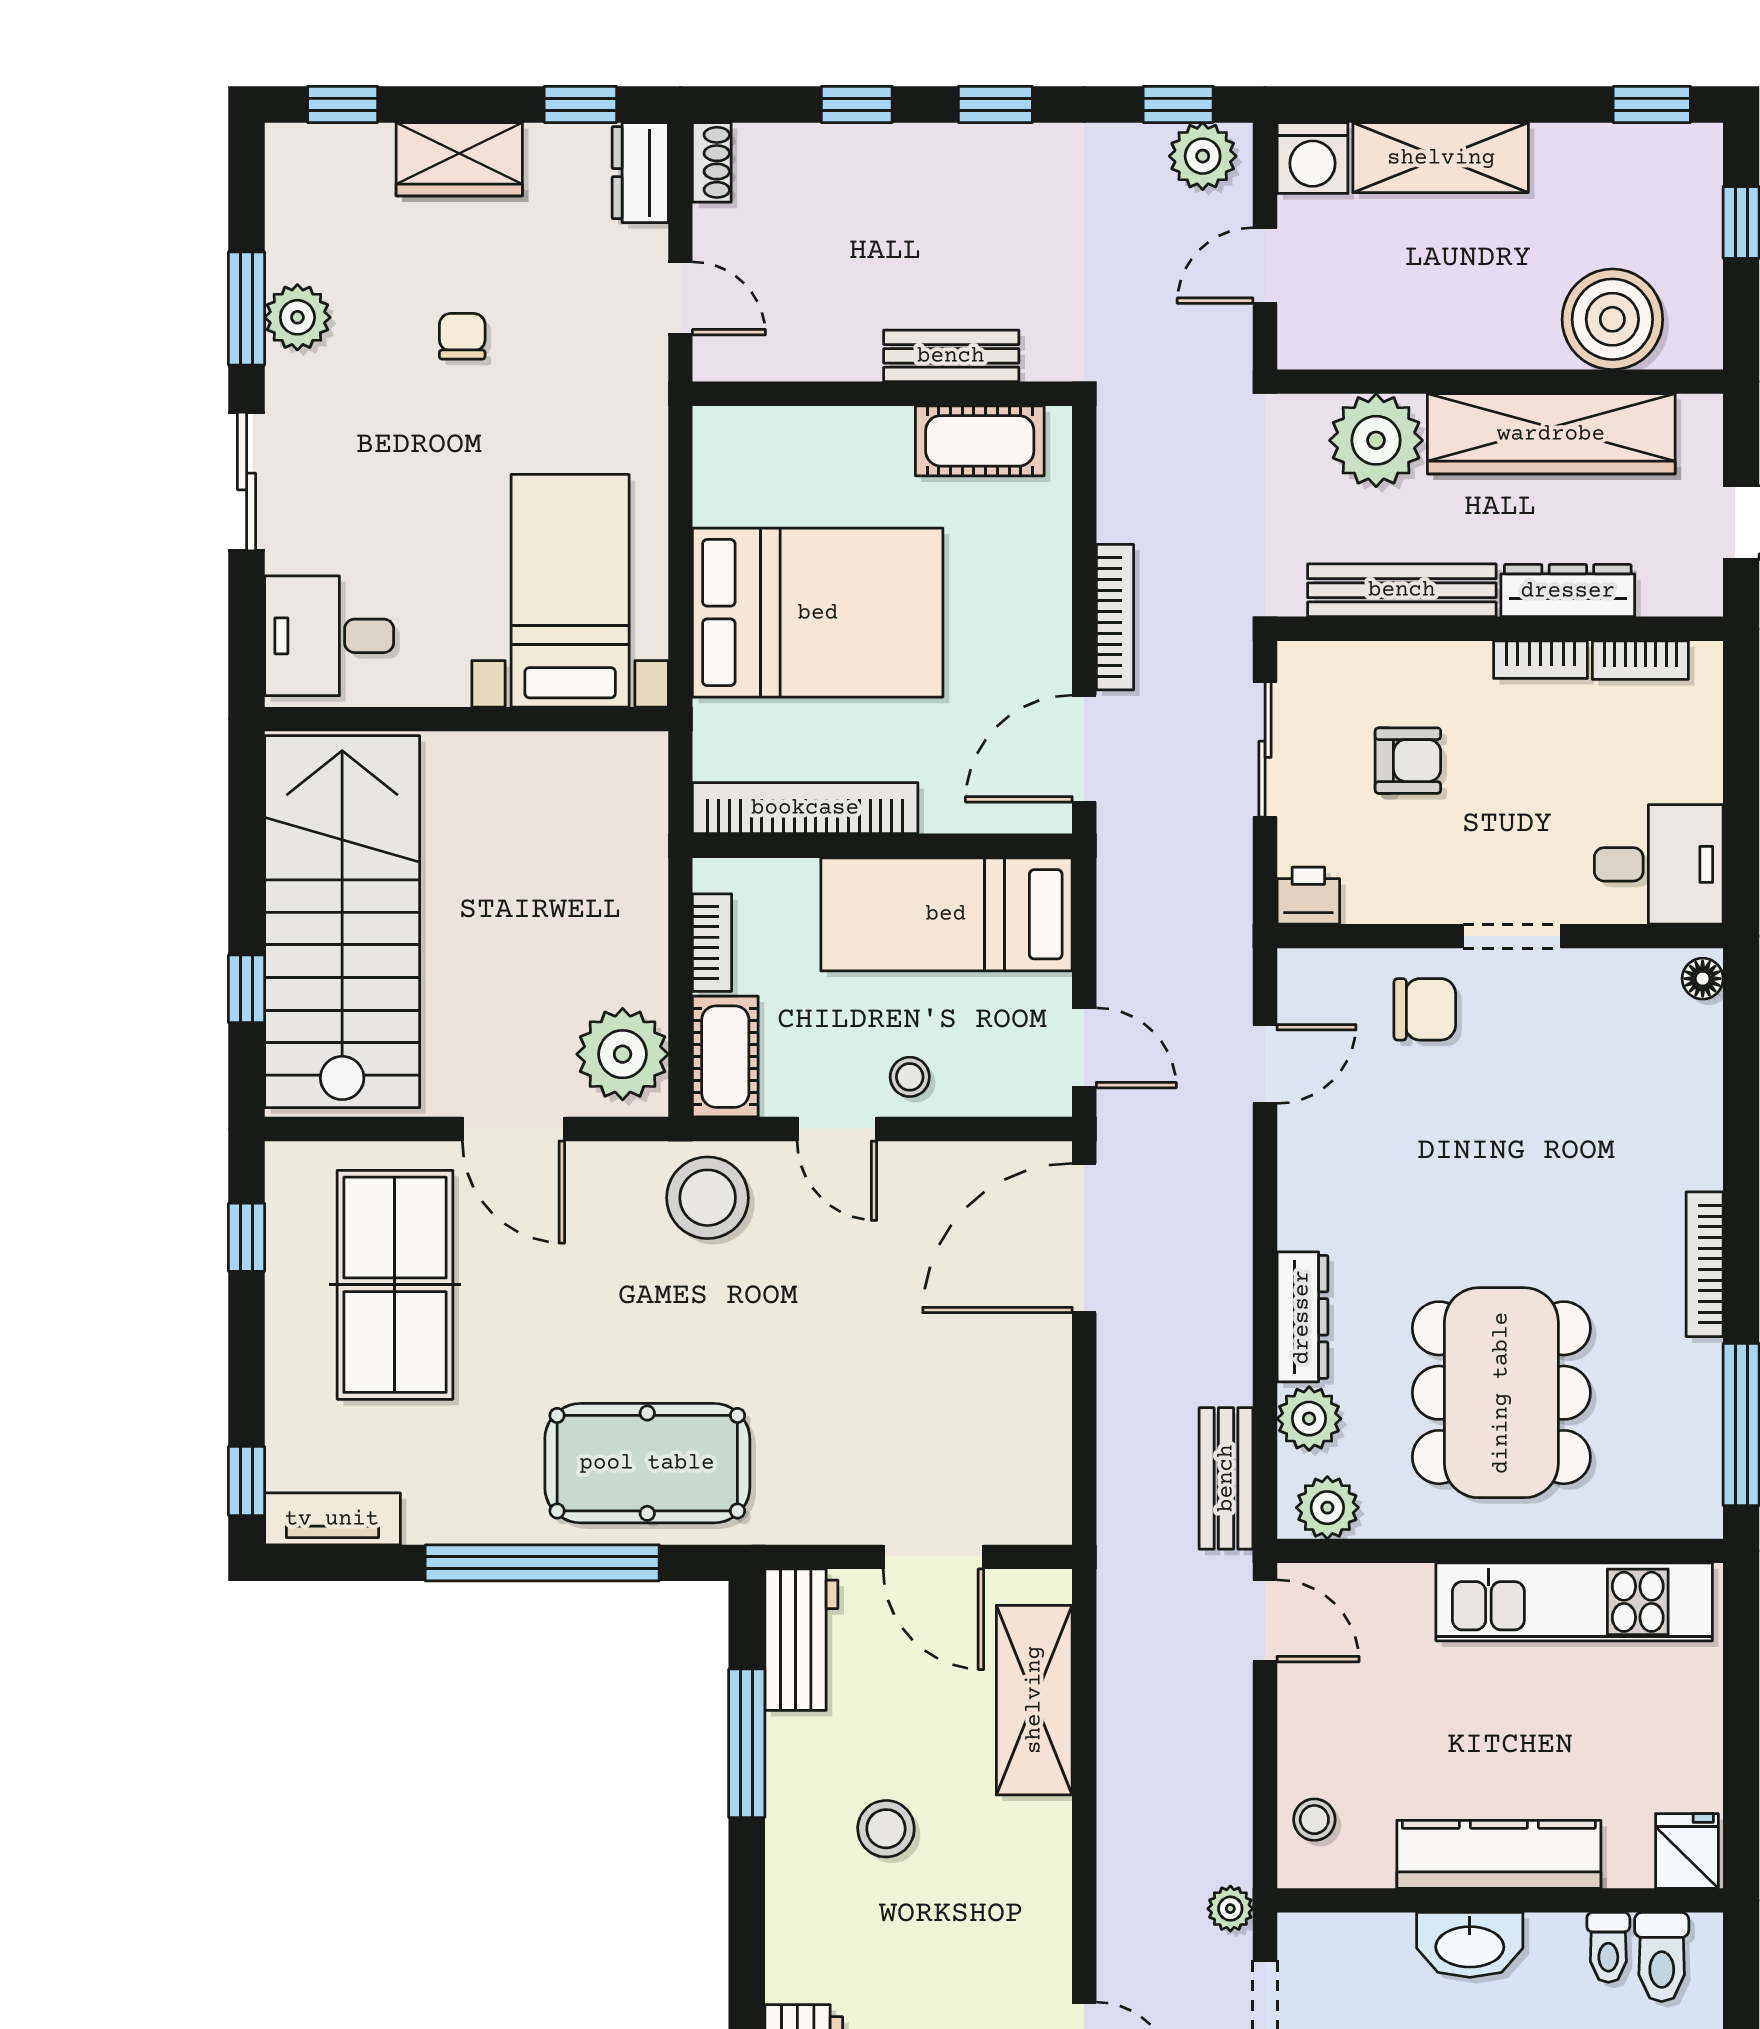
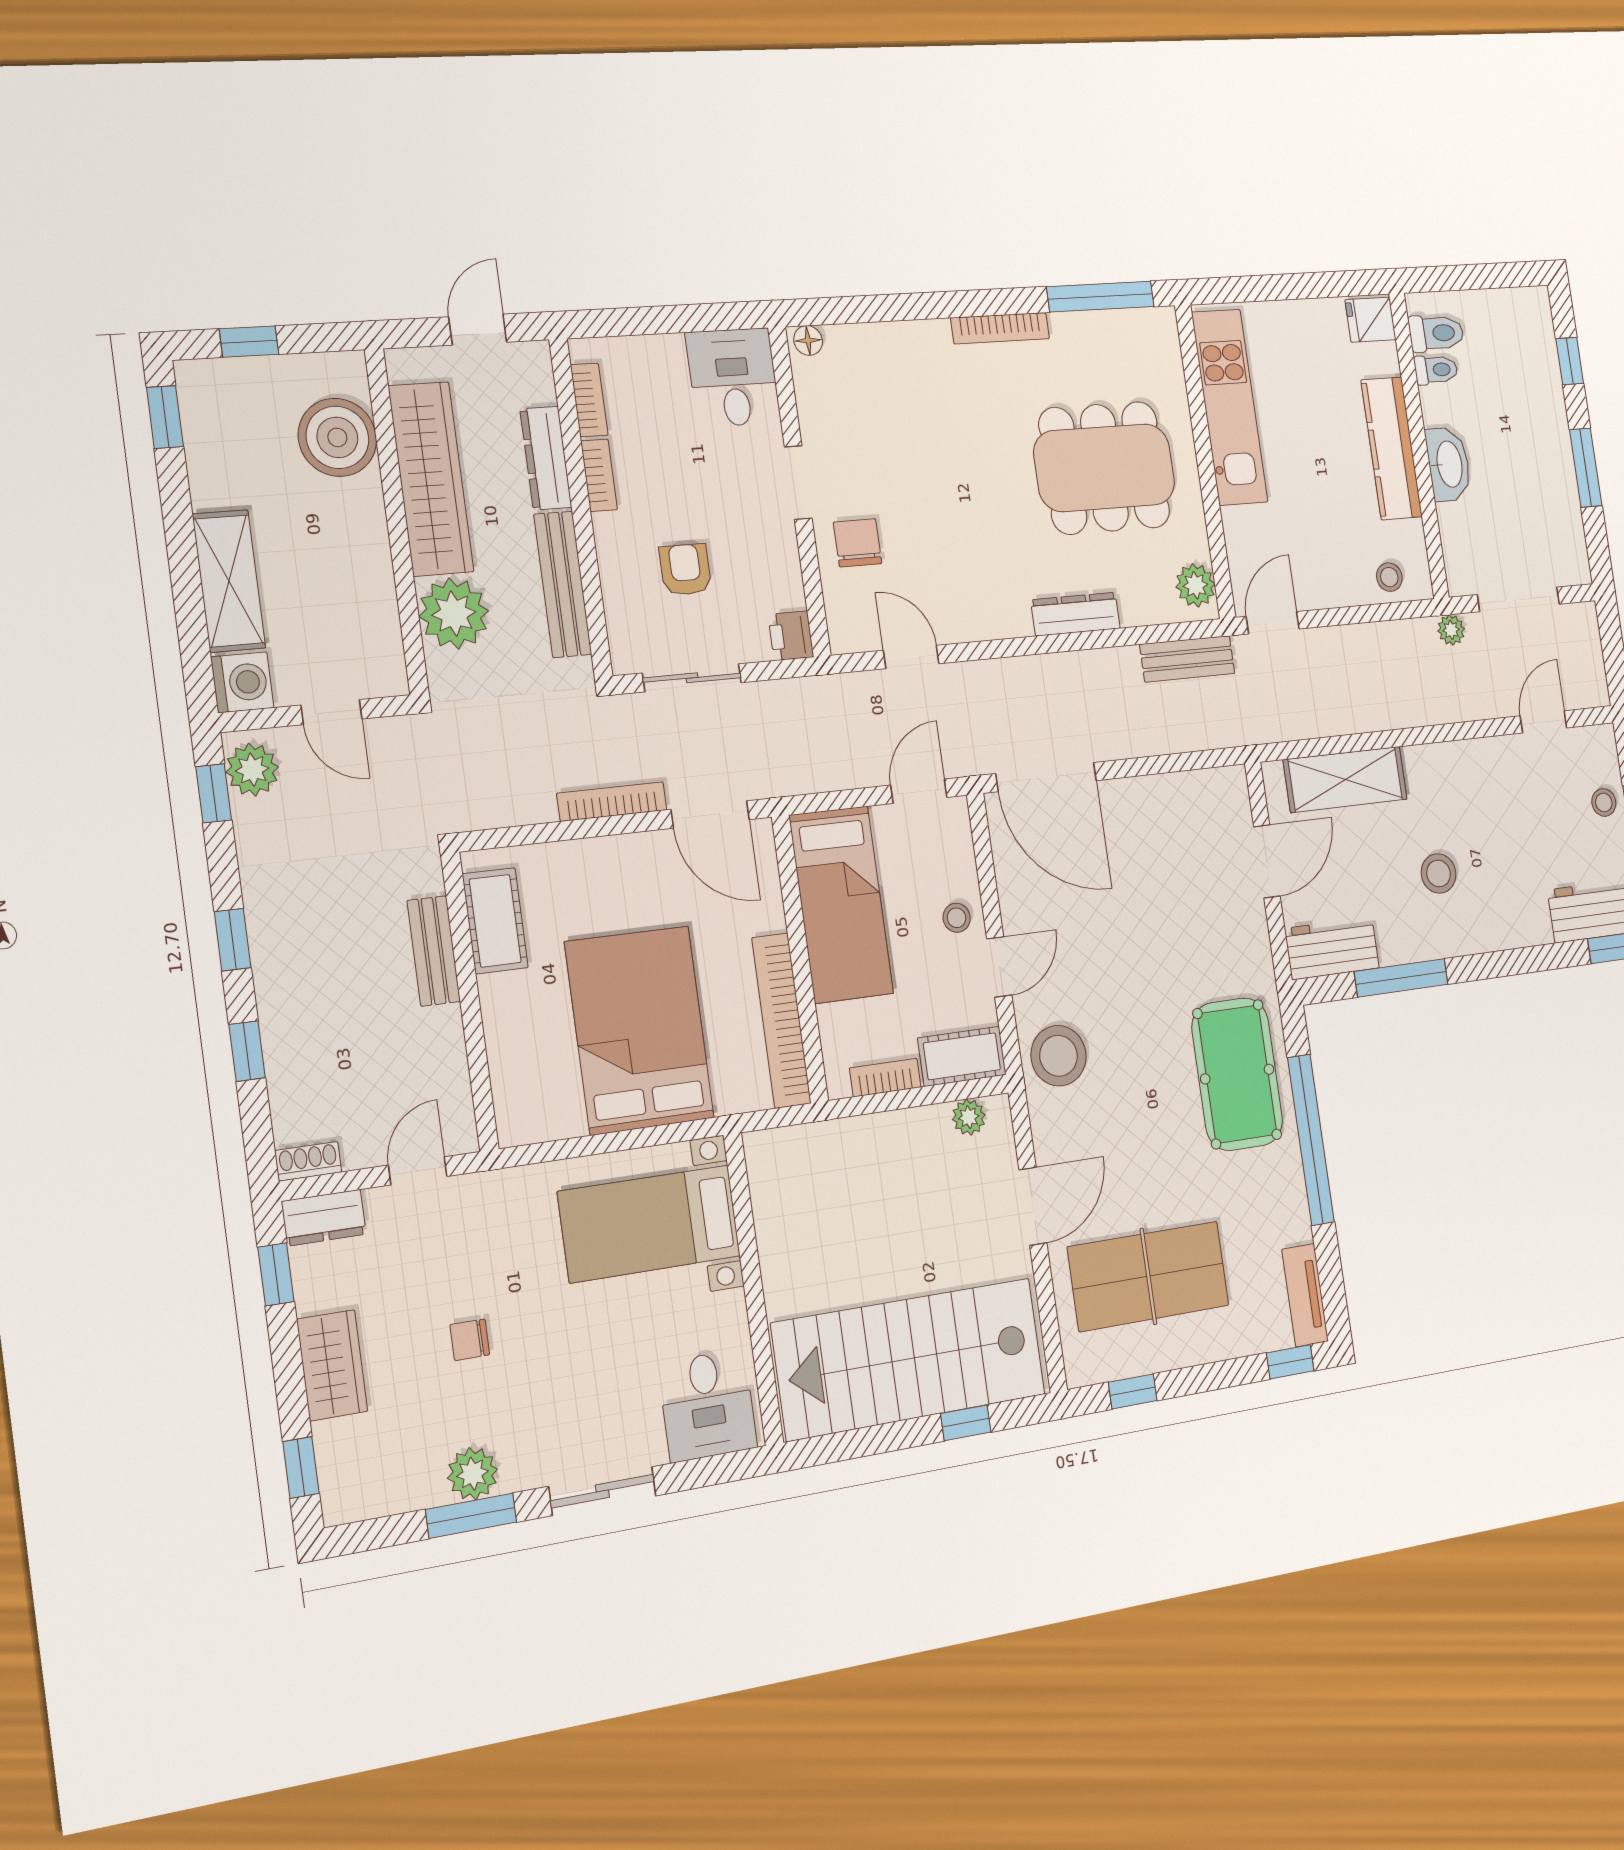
plant: (623, 1054) -> (969, 1117), width x0.53, depth x0.53
plant: (1309, 1419) -> (1141, 603), removed

